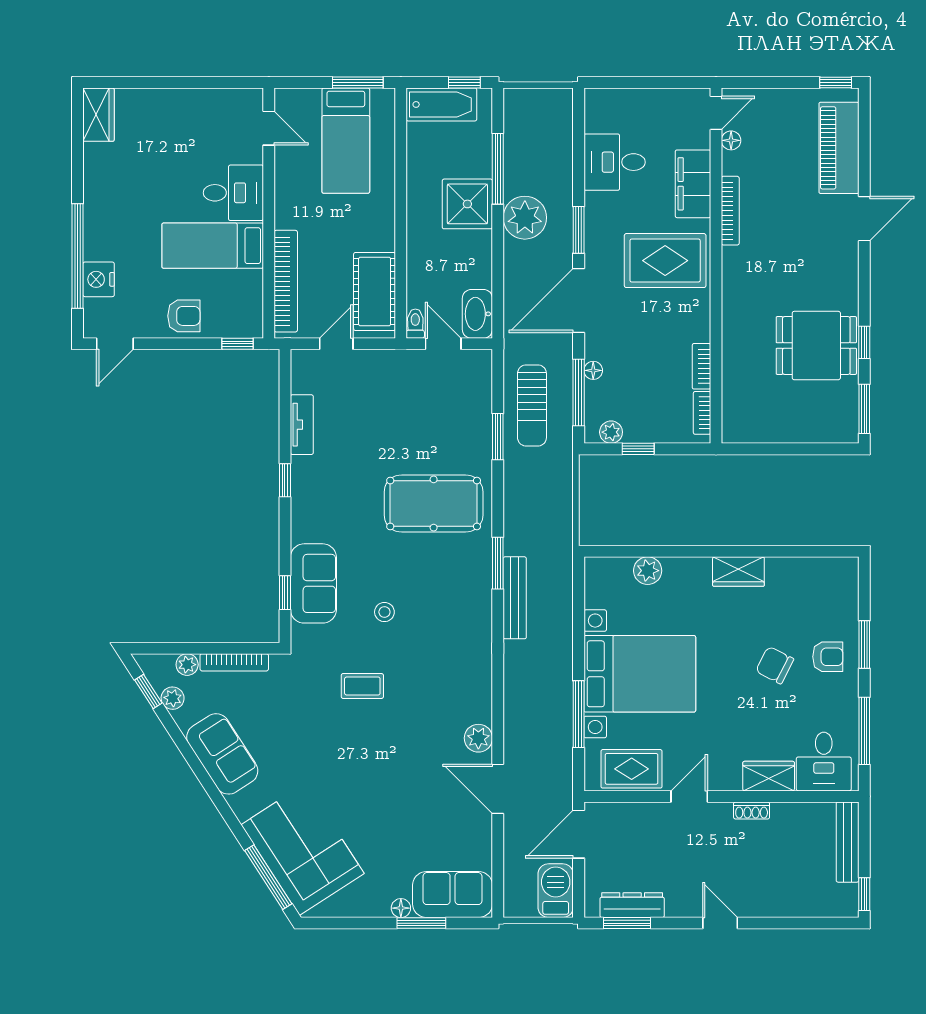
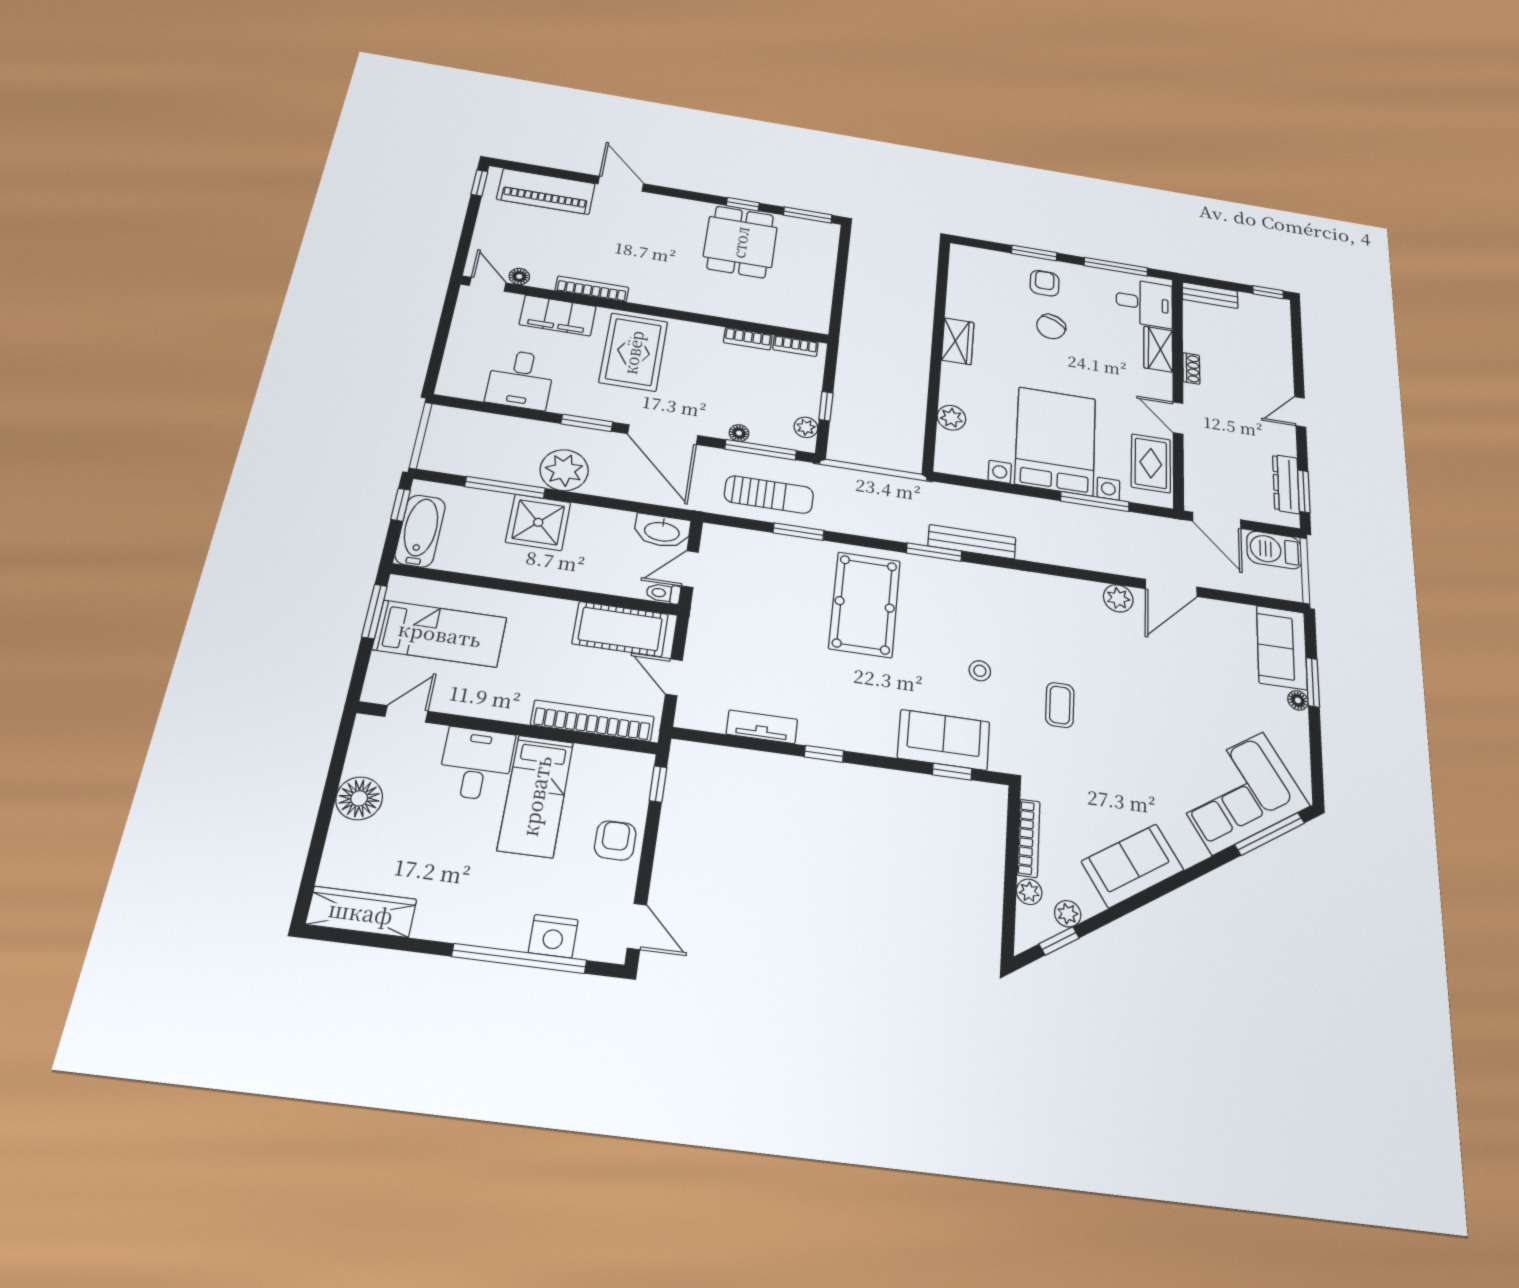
floor lamp: (191, 106) -> (359, 798), added
wardrobe: (98, 115) -> (361, 912), width x1.50
bench: (848, 842) -> (1210, 295), width x0.73

